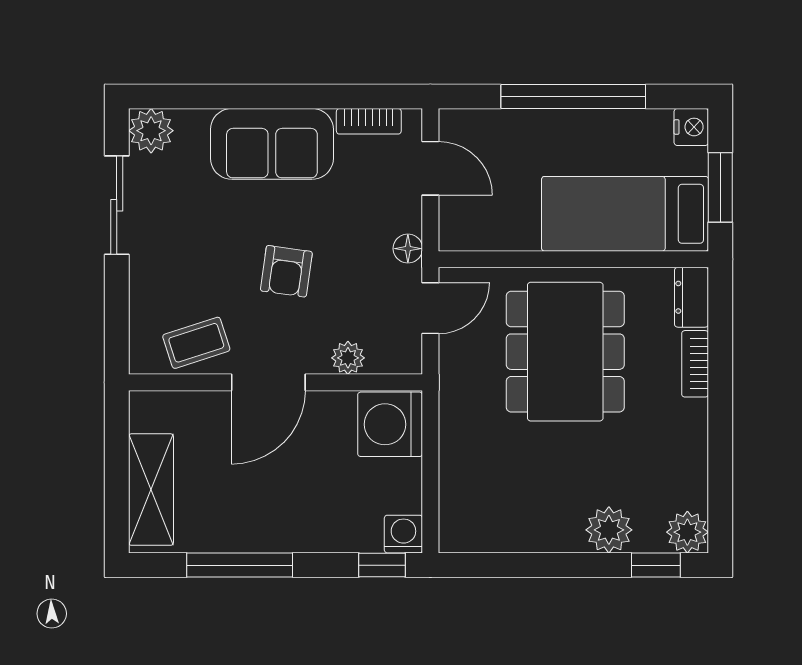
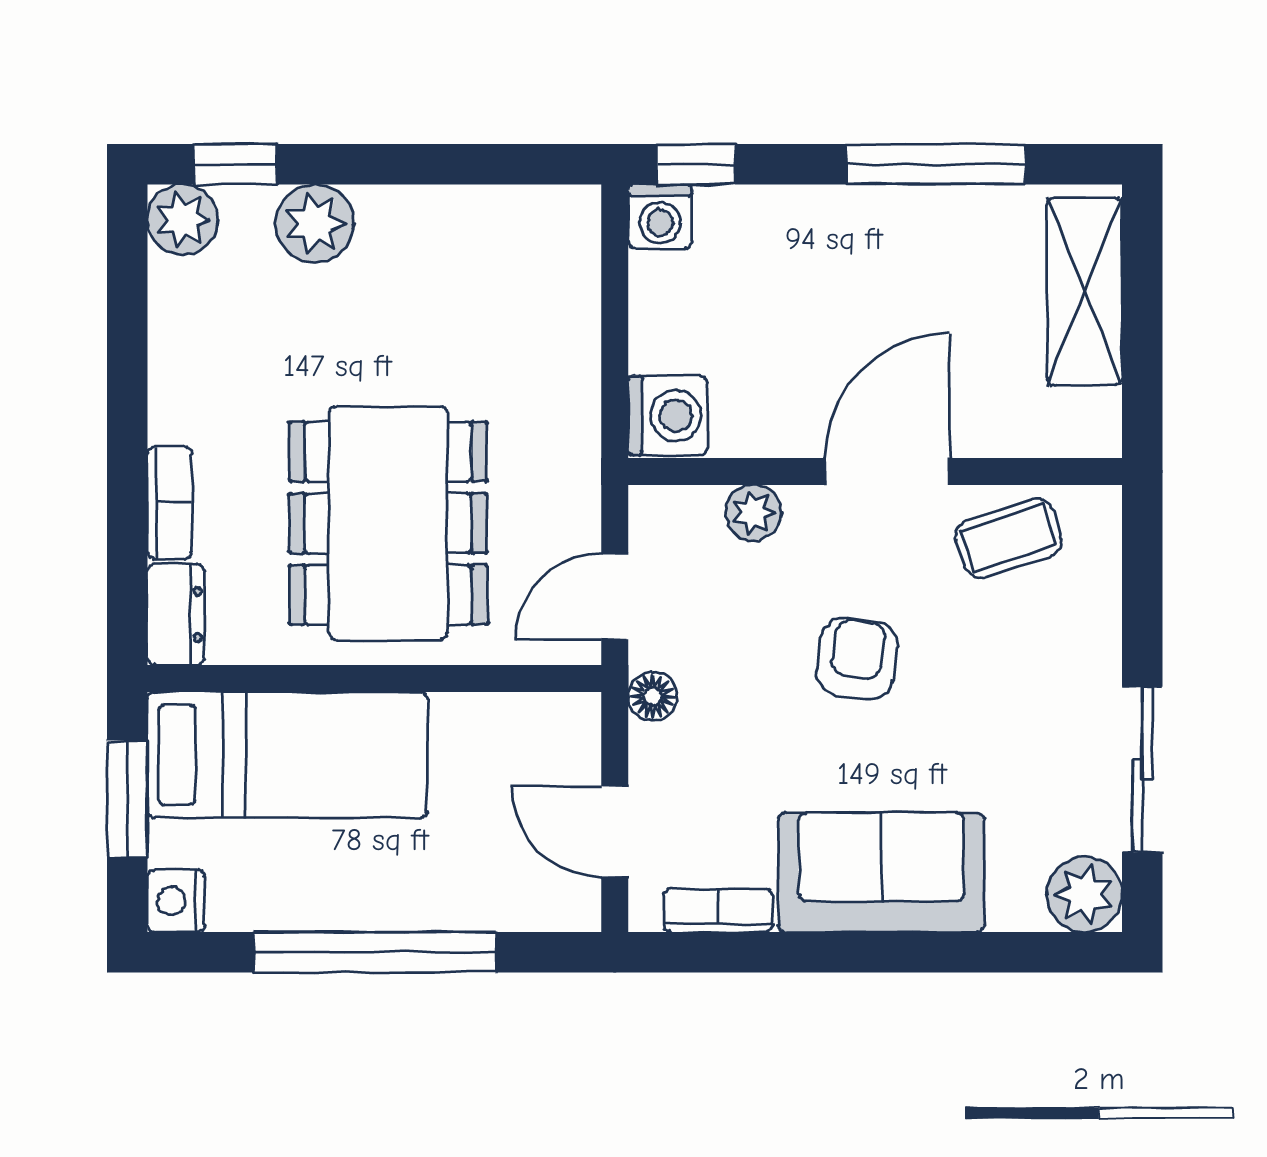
washing machine: (390, 424) -> (668, 416), width x0.73, depth x0.73

